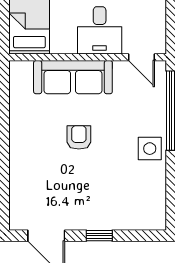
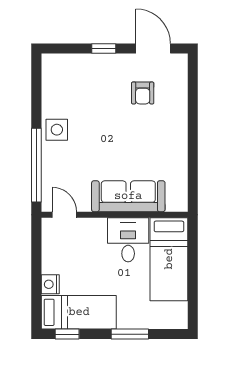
desk: (100, 30) -> (128, 240), moved
armchair: (79, 137) -> (143, 93), moved

